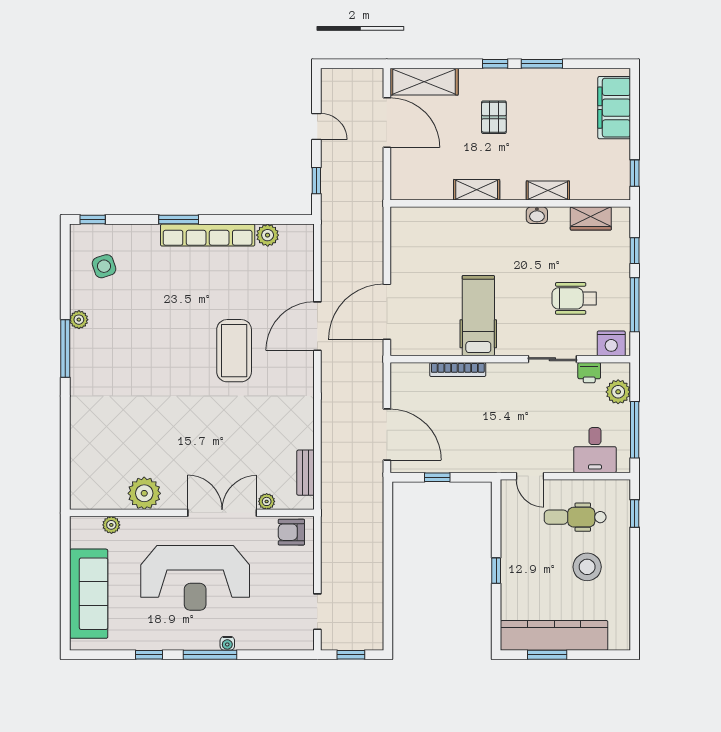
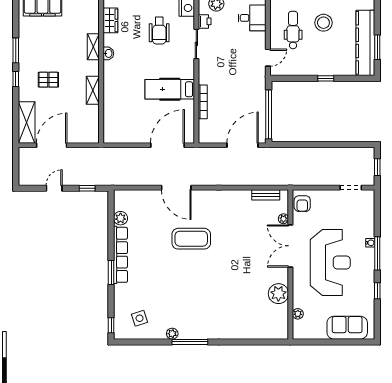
door: (387, 312) -> (167, 145), swing flipped
window: (437, 477) -> (269, 114), width x3.17
dental chair: (575, 517) -> (293, 30), turned 180
sofa: (89, 594) -> (347, 328), width x0.73

